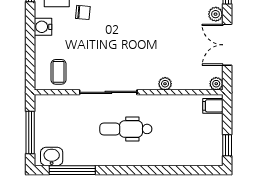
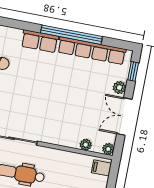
plant: (165, 84) -> (86, 145), moved

